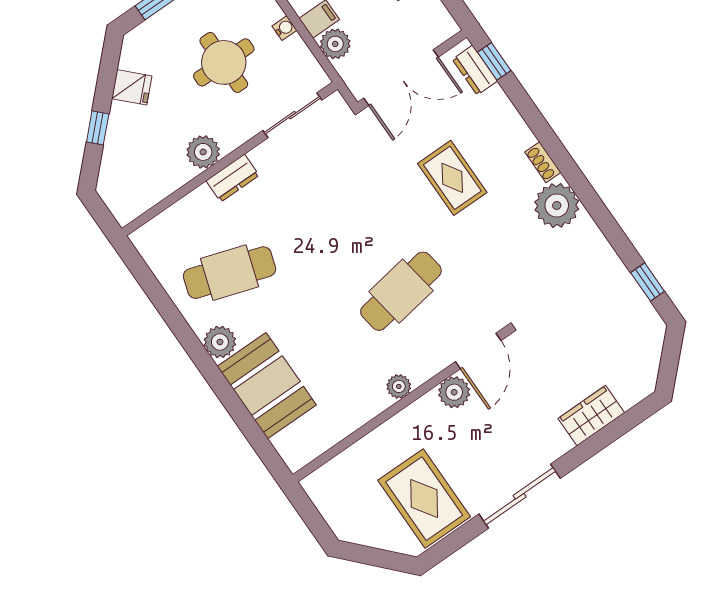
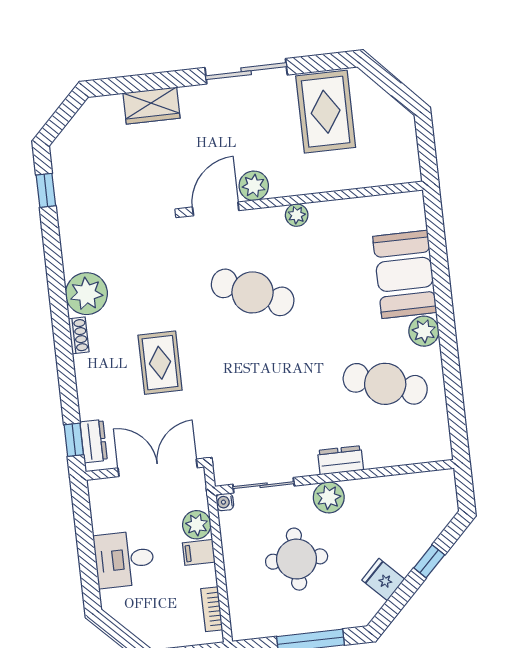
water cooler: (284, 28) -> (225, 502), moved
plant: (203, 152) -> (329, 497), moved
cafe table: (401, 291) -> (253, 292), turned 33

